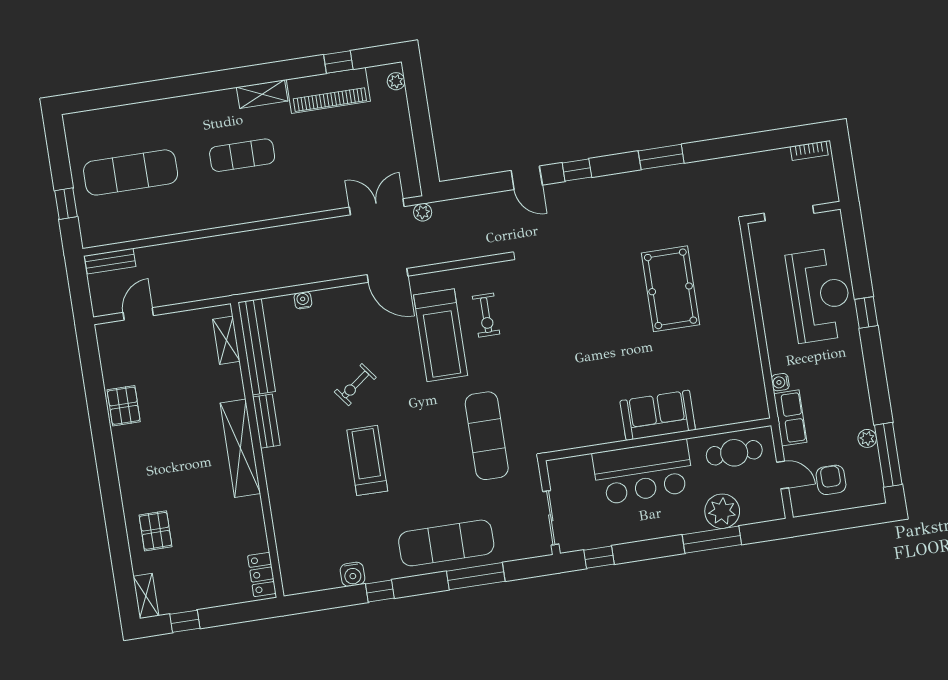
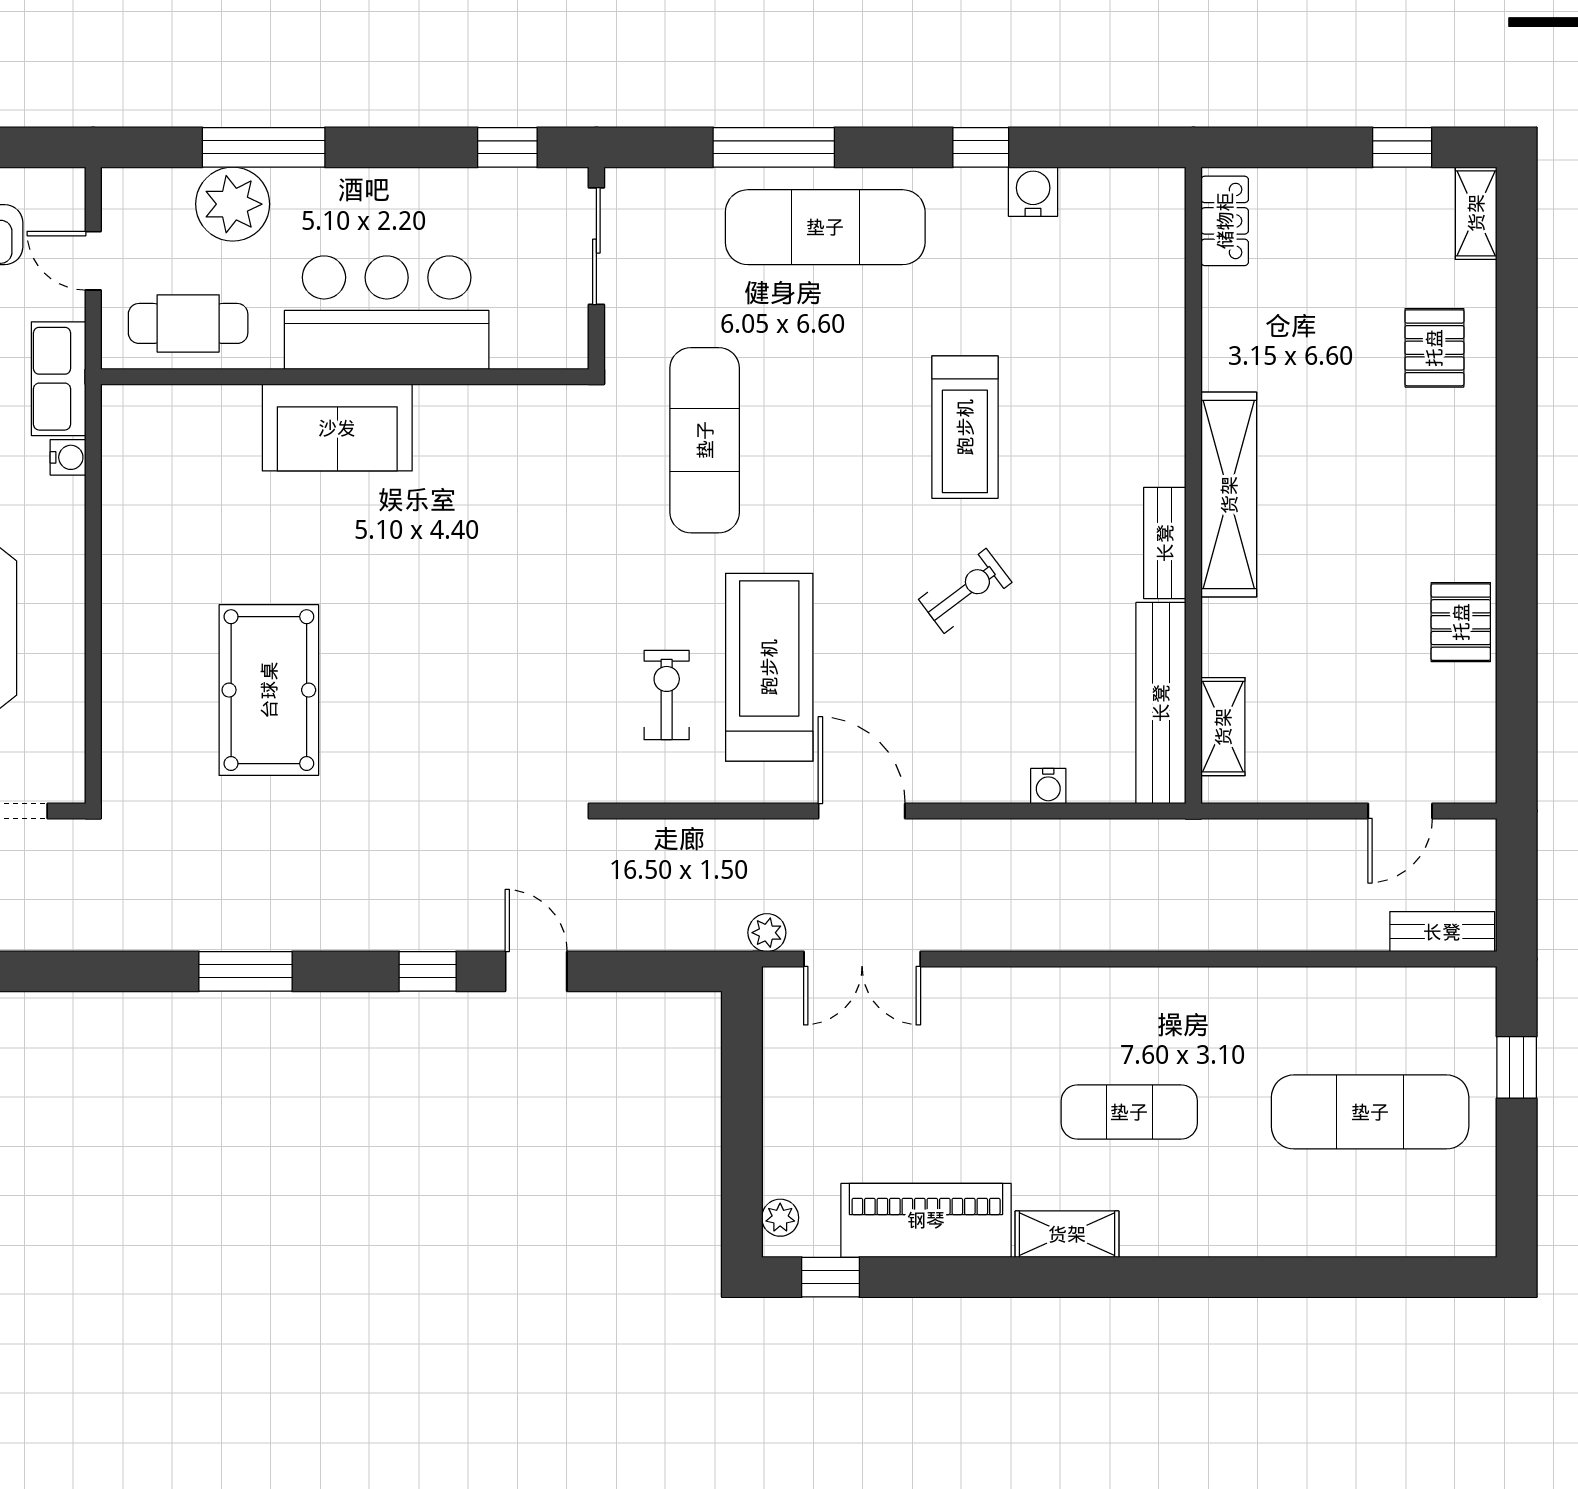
window: (338, 62) -> (830, 1277), moved

